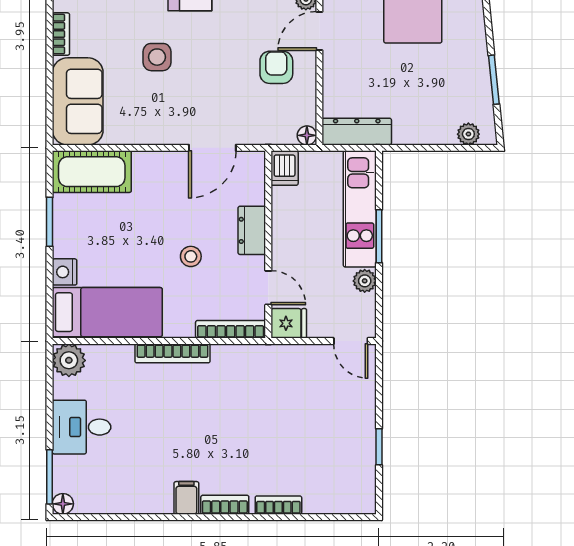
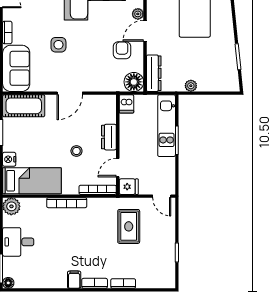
dresser: (357, 132) -> (154, 73), moved, turned 90
plant: (468, 134) -> (191, 86), moved
floor lamp: (307, 135) -> (134, 82), width x1.89, depth x1.89
door: (212, 148) -> (70, 93), moved
plant: (365, 281) -> (169, 164), removed
door: (268, 288) -> (118, 168), swing flipped
rug: (289, 398) -> (129, 226), added

